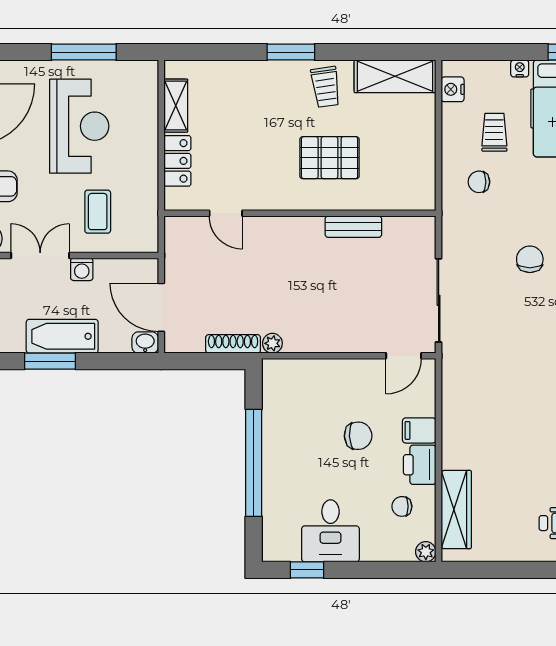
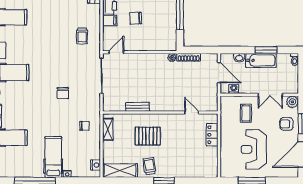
shelving: (176, 106) -> (108, 129), moved
trolley: (494, 132) -> (82, 36), moved
washing machine: (82, 269) -> (234, 89), moved
washbasin: (145, 343) -> (239, 58), moved

